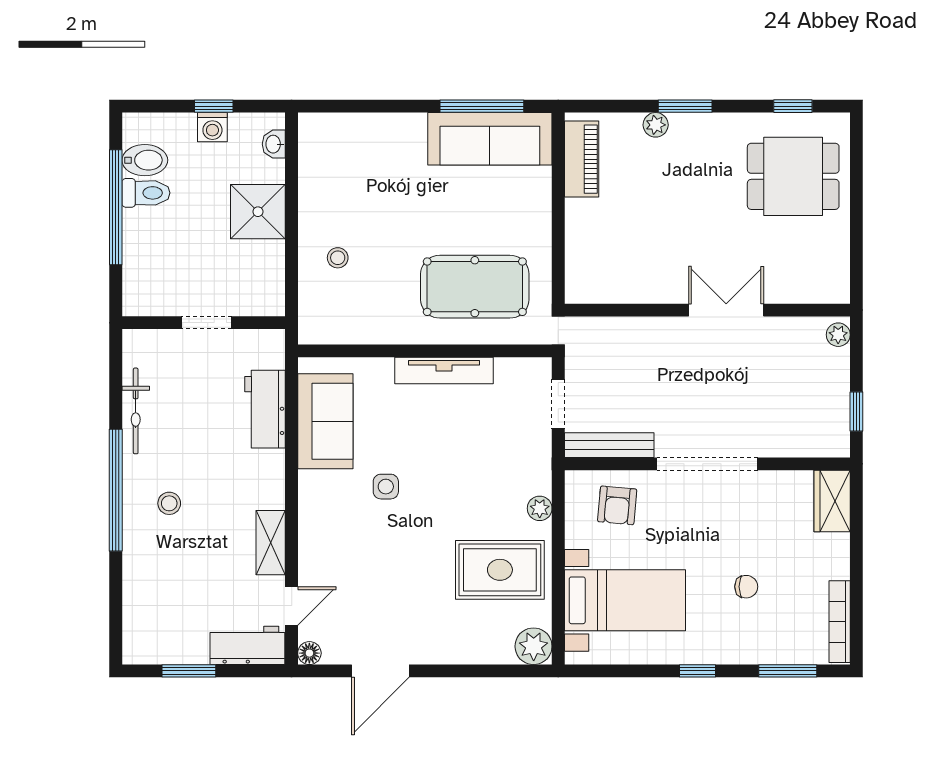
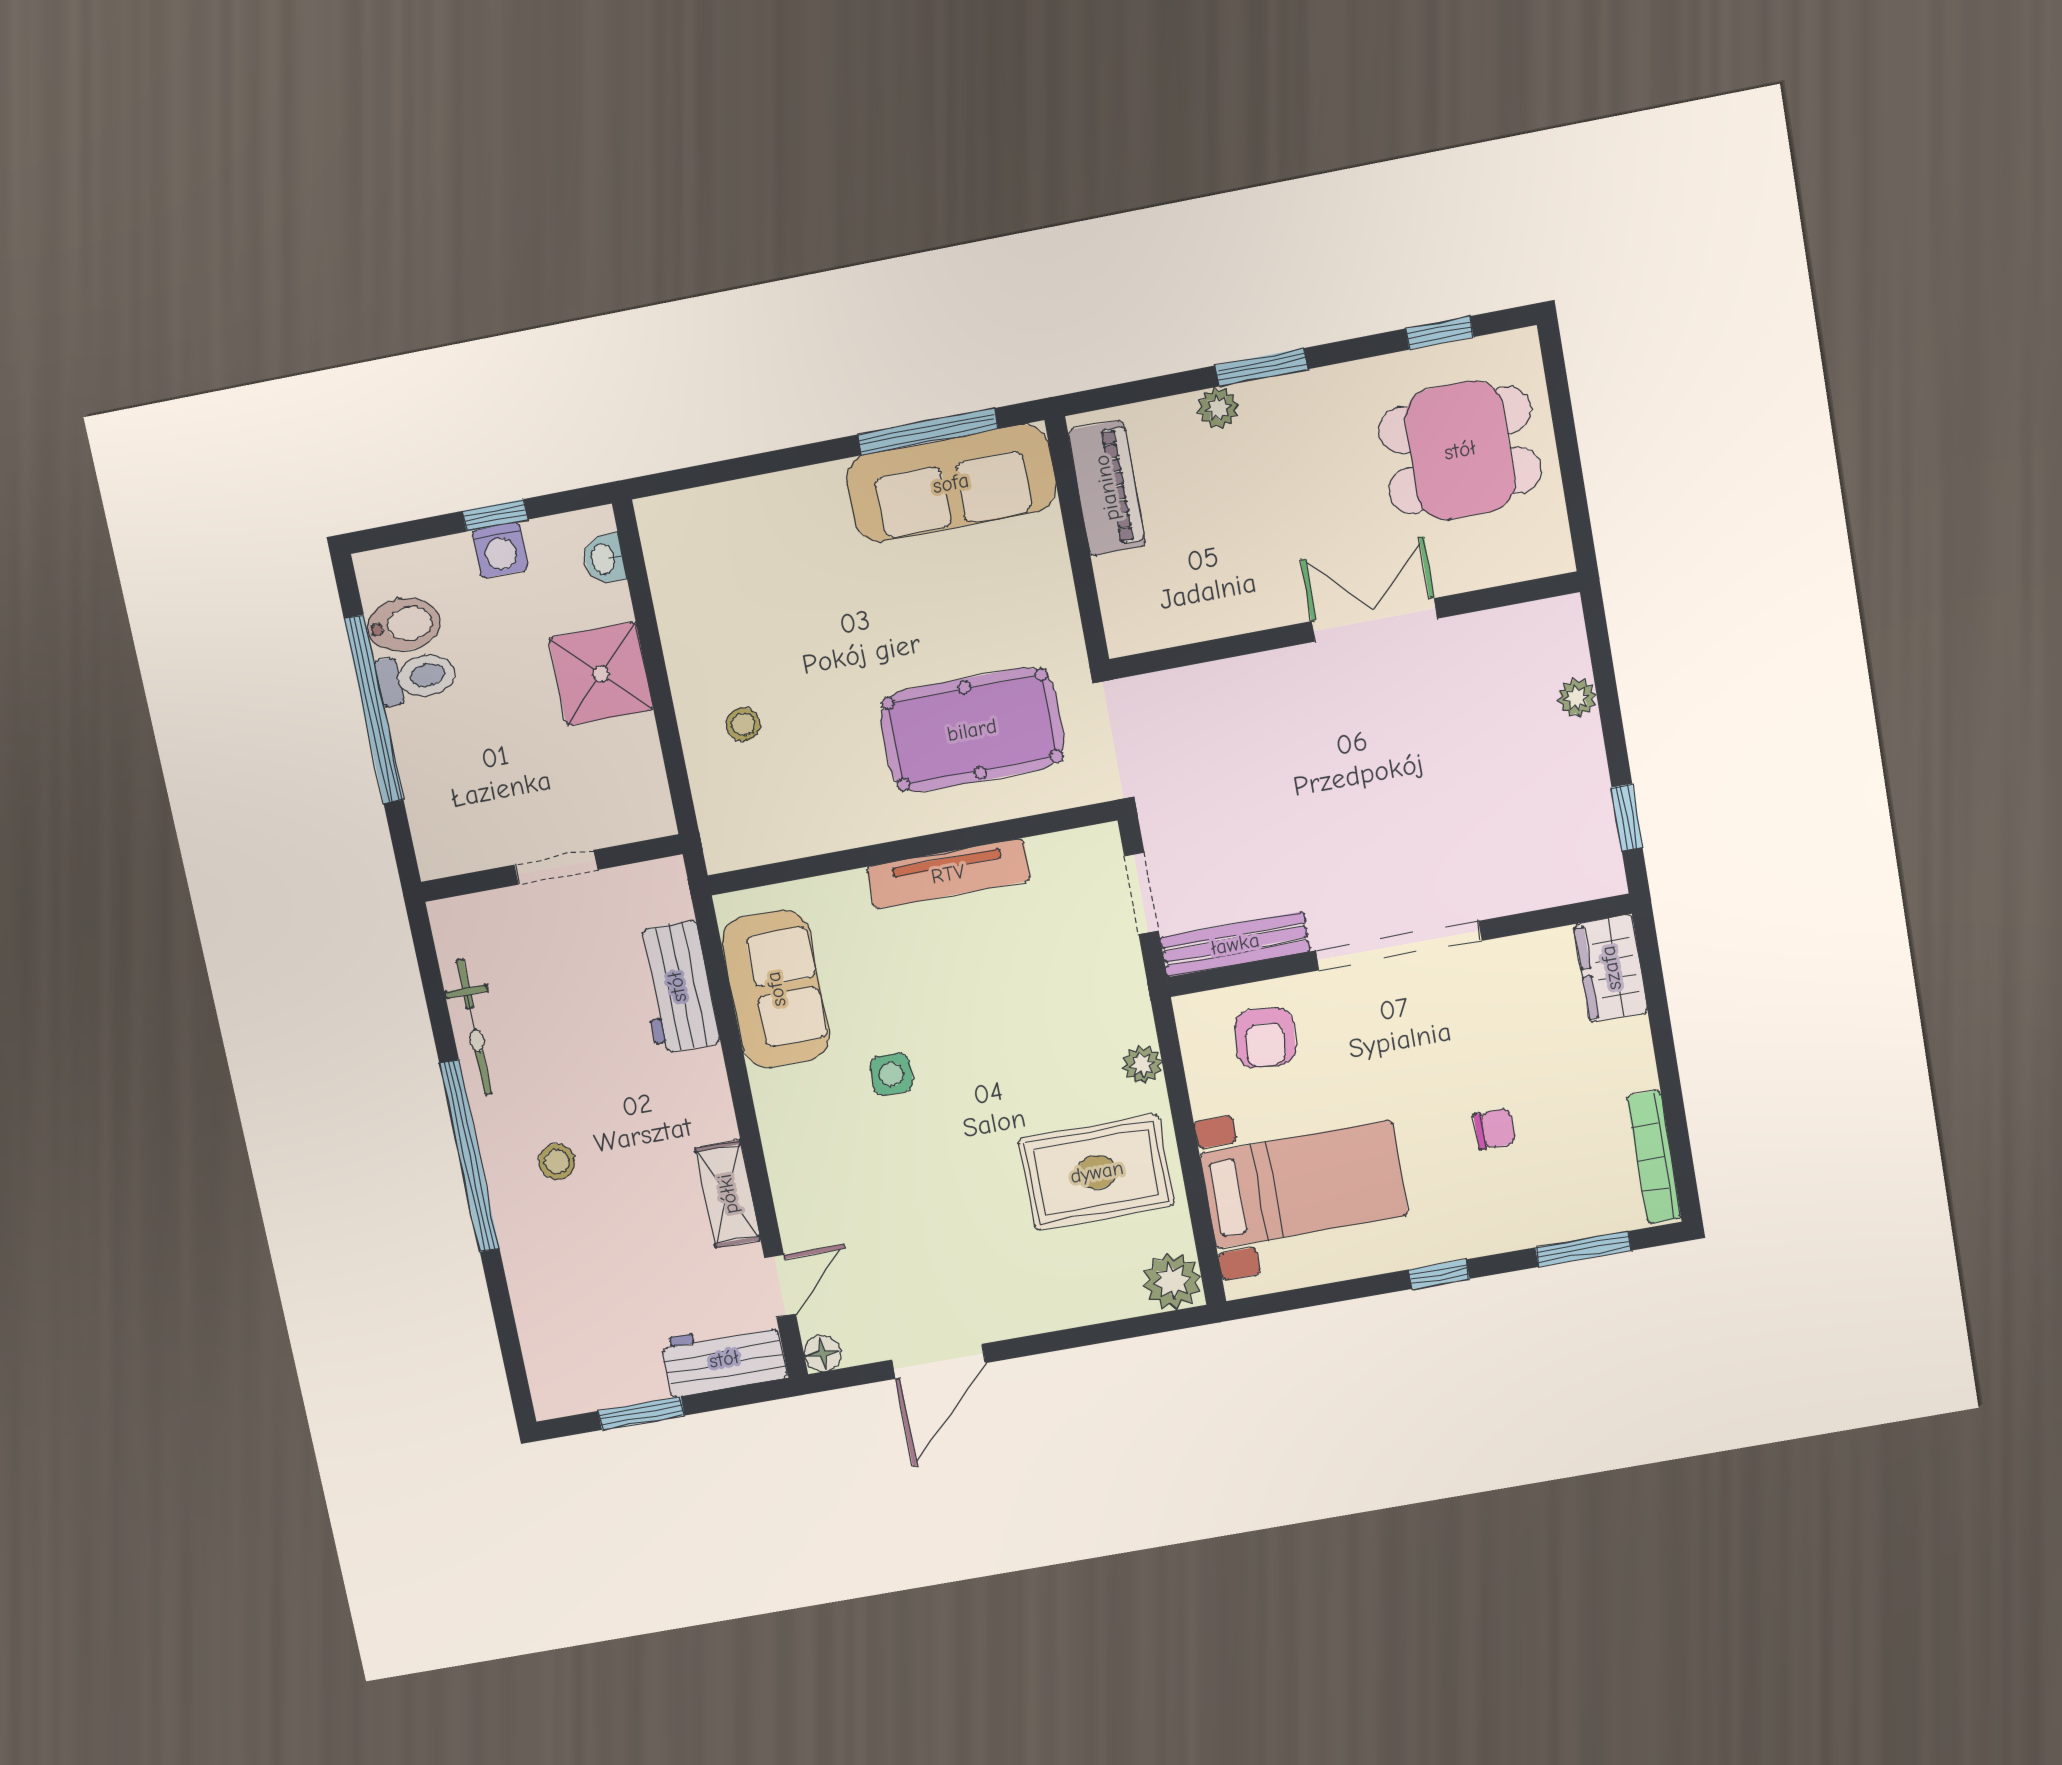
wall: (707, 310) -> (1344, 626), moved
double door: (726, 310) -> (1374, 620), moved

